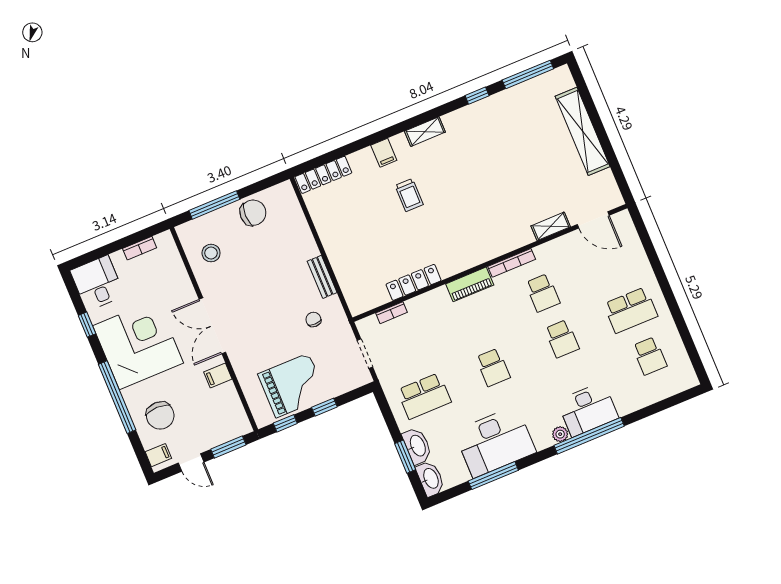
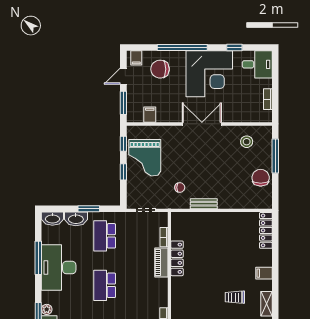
trolley: (409, 195) -> (235, 297), moved
chair: (253, 213) -> (261, 178), turned 180
piano: (470, 284) -> (161, 262), moved
school desk: (493, 367) -> (105, 285), width x1.85
filing cabinet: (218, 376) -> (150, 115), moved
window: (405, 457) -> (89, 209), moved

